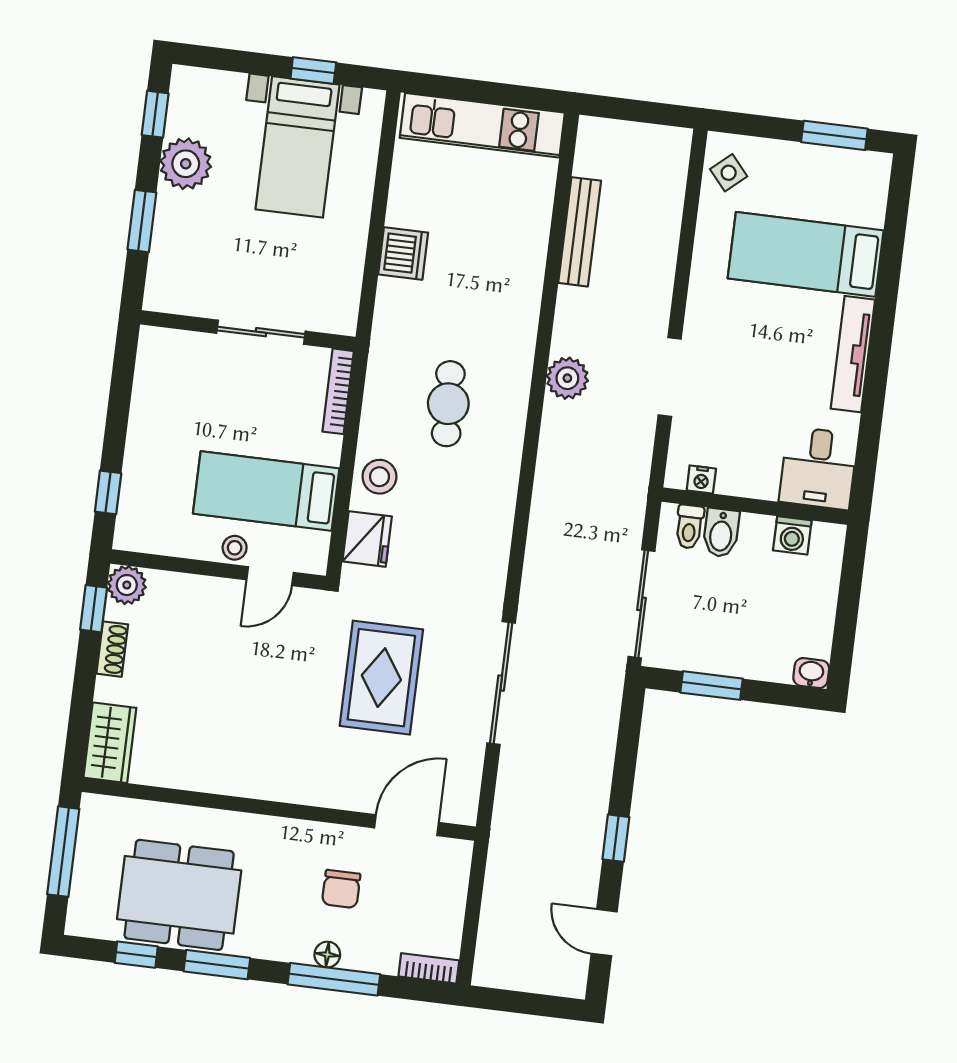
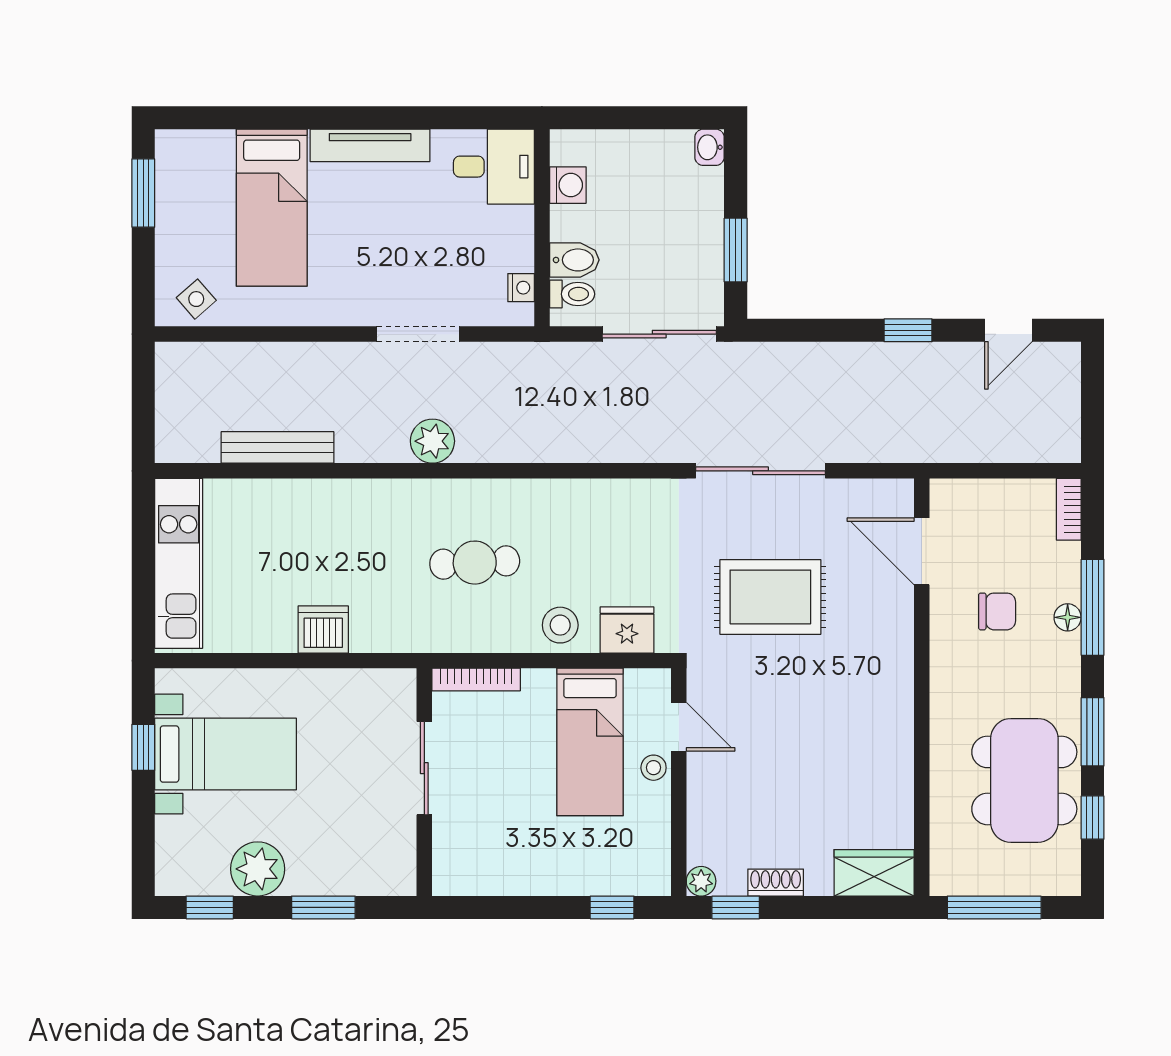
plant: (127, 585) -> (701, 881), width x0.73, depth x0.73

